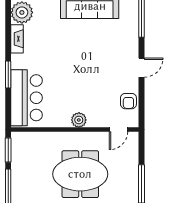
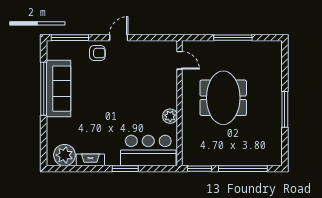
door: (141, 68) -> (119, 38), hinge flipped
armchair: (128, 101) -> (97, 53), moved
plant: (79, 120) -> (170, 116), moved

